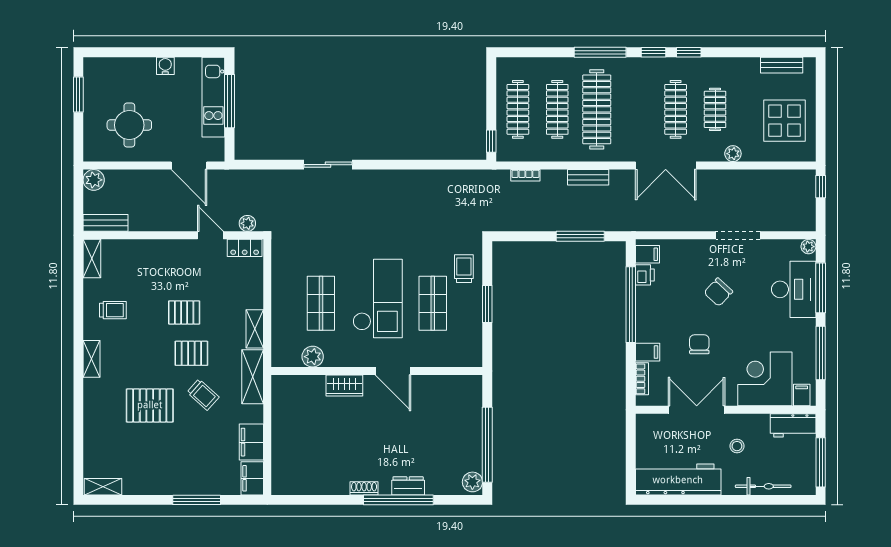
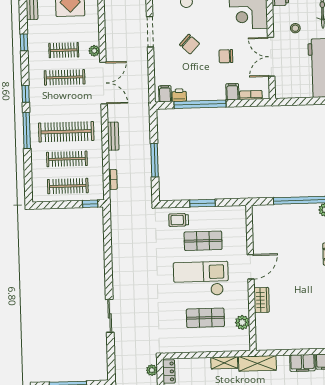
window: (689, 52) -> (24, 42), moved
plant: (733, 154) -> (94, 51), moved
window: (580, 236) -> (155, 160), moved

